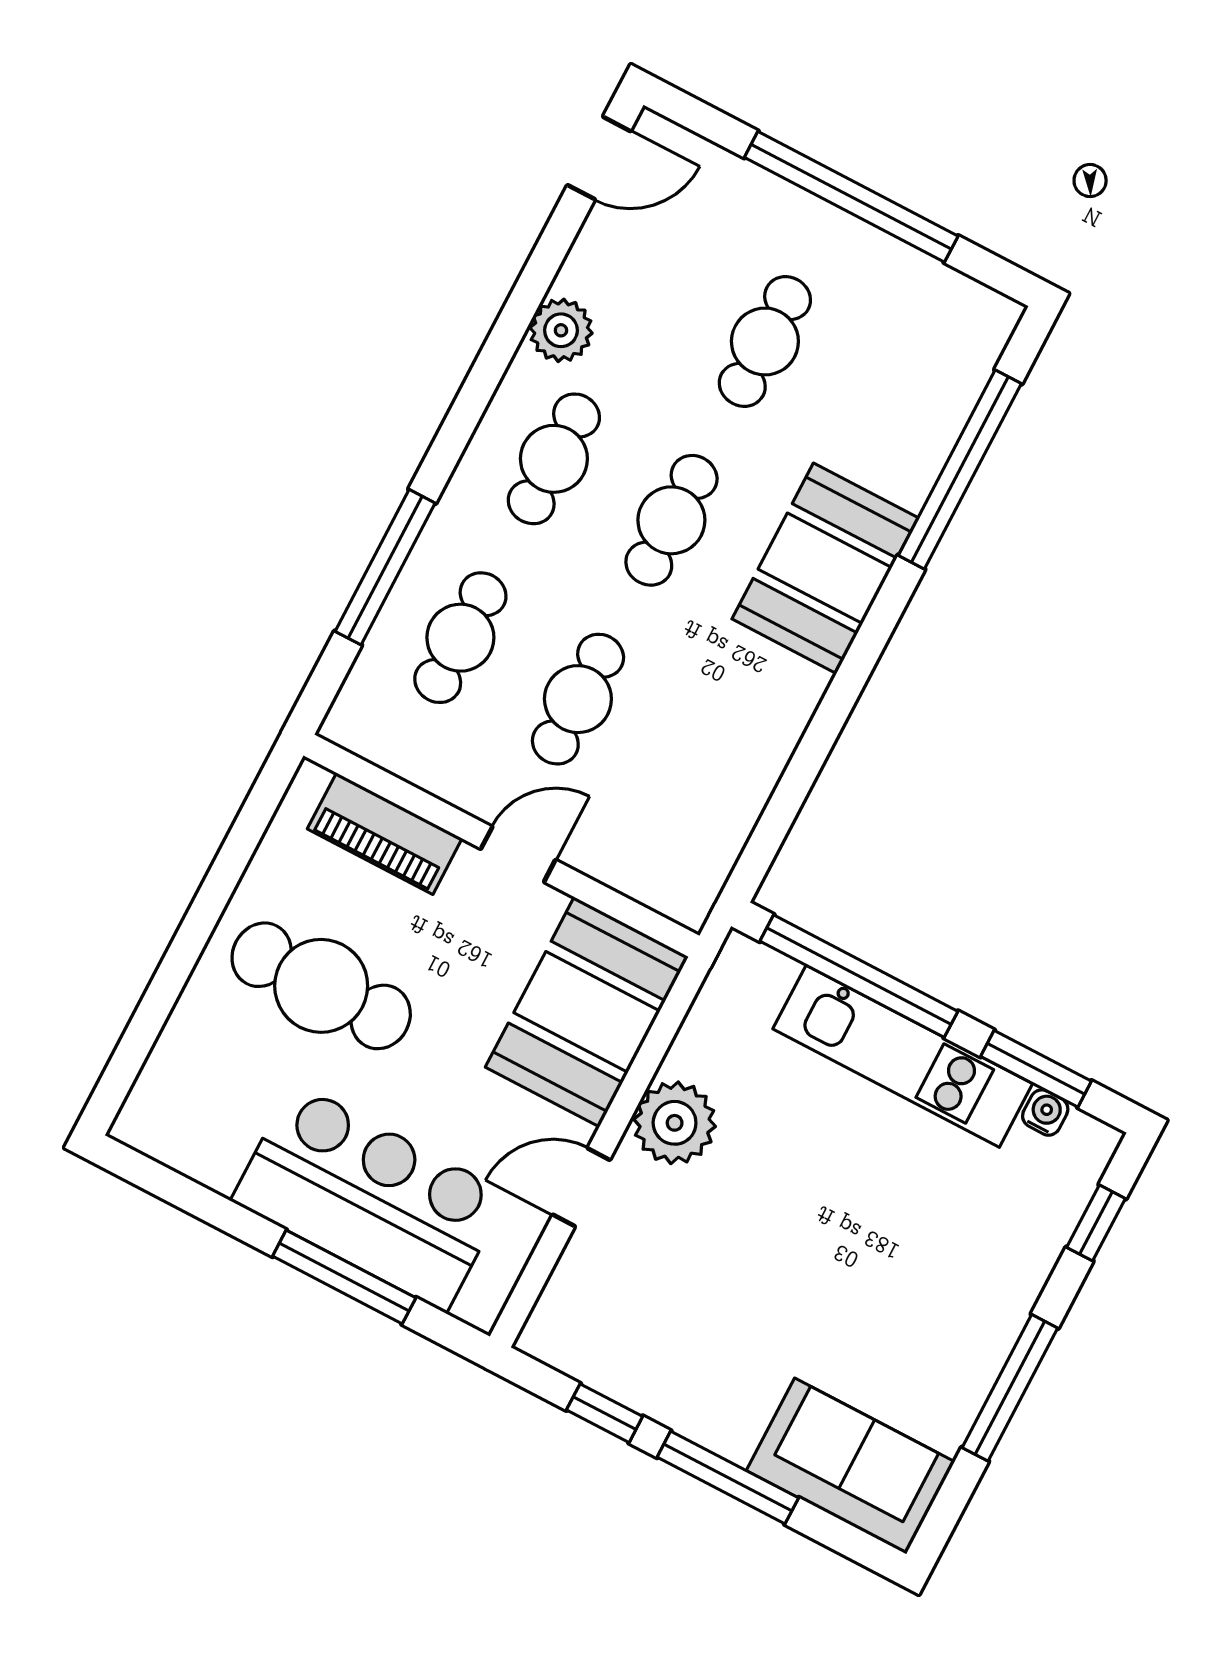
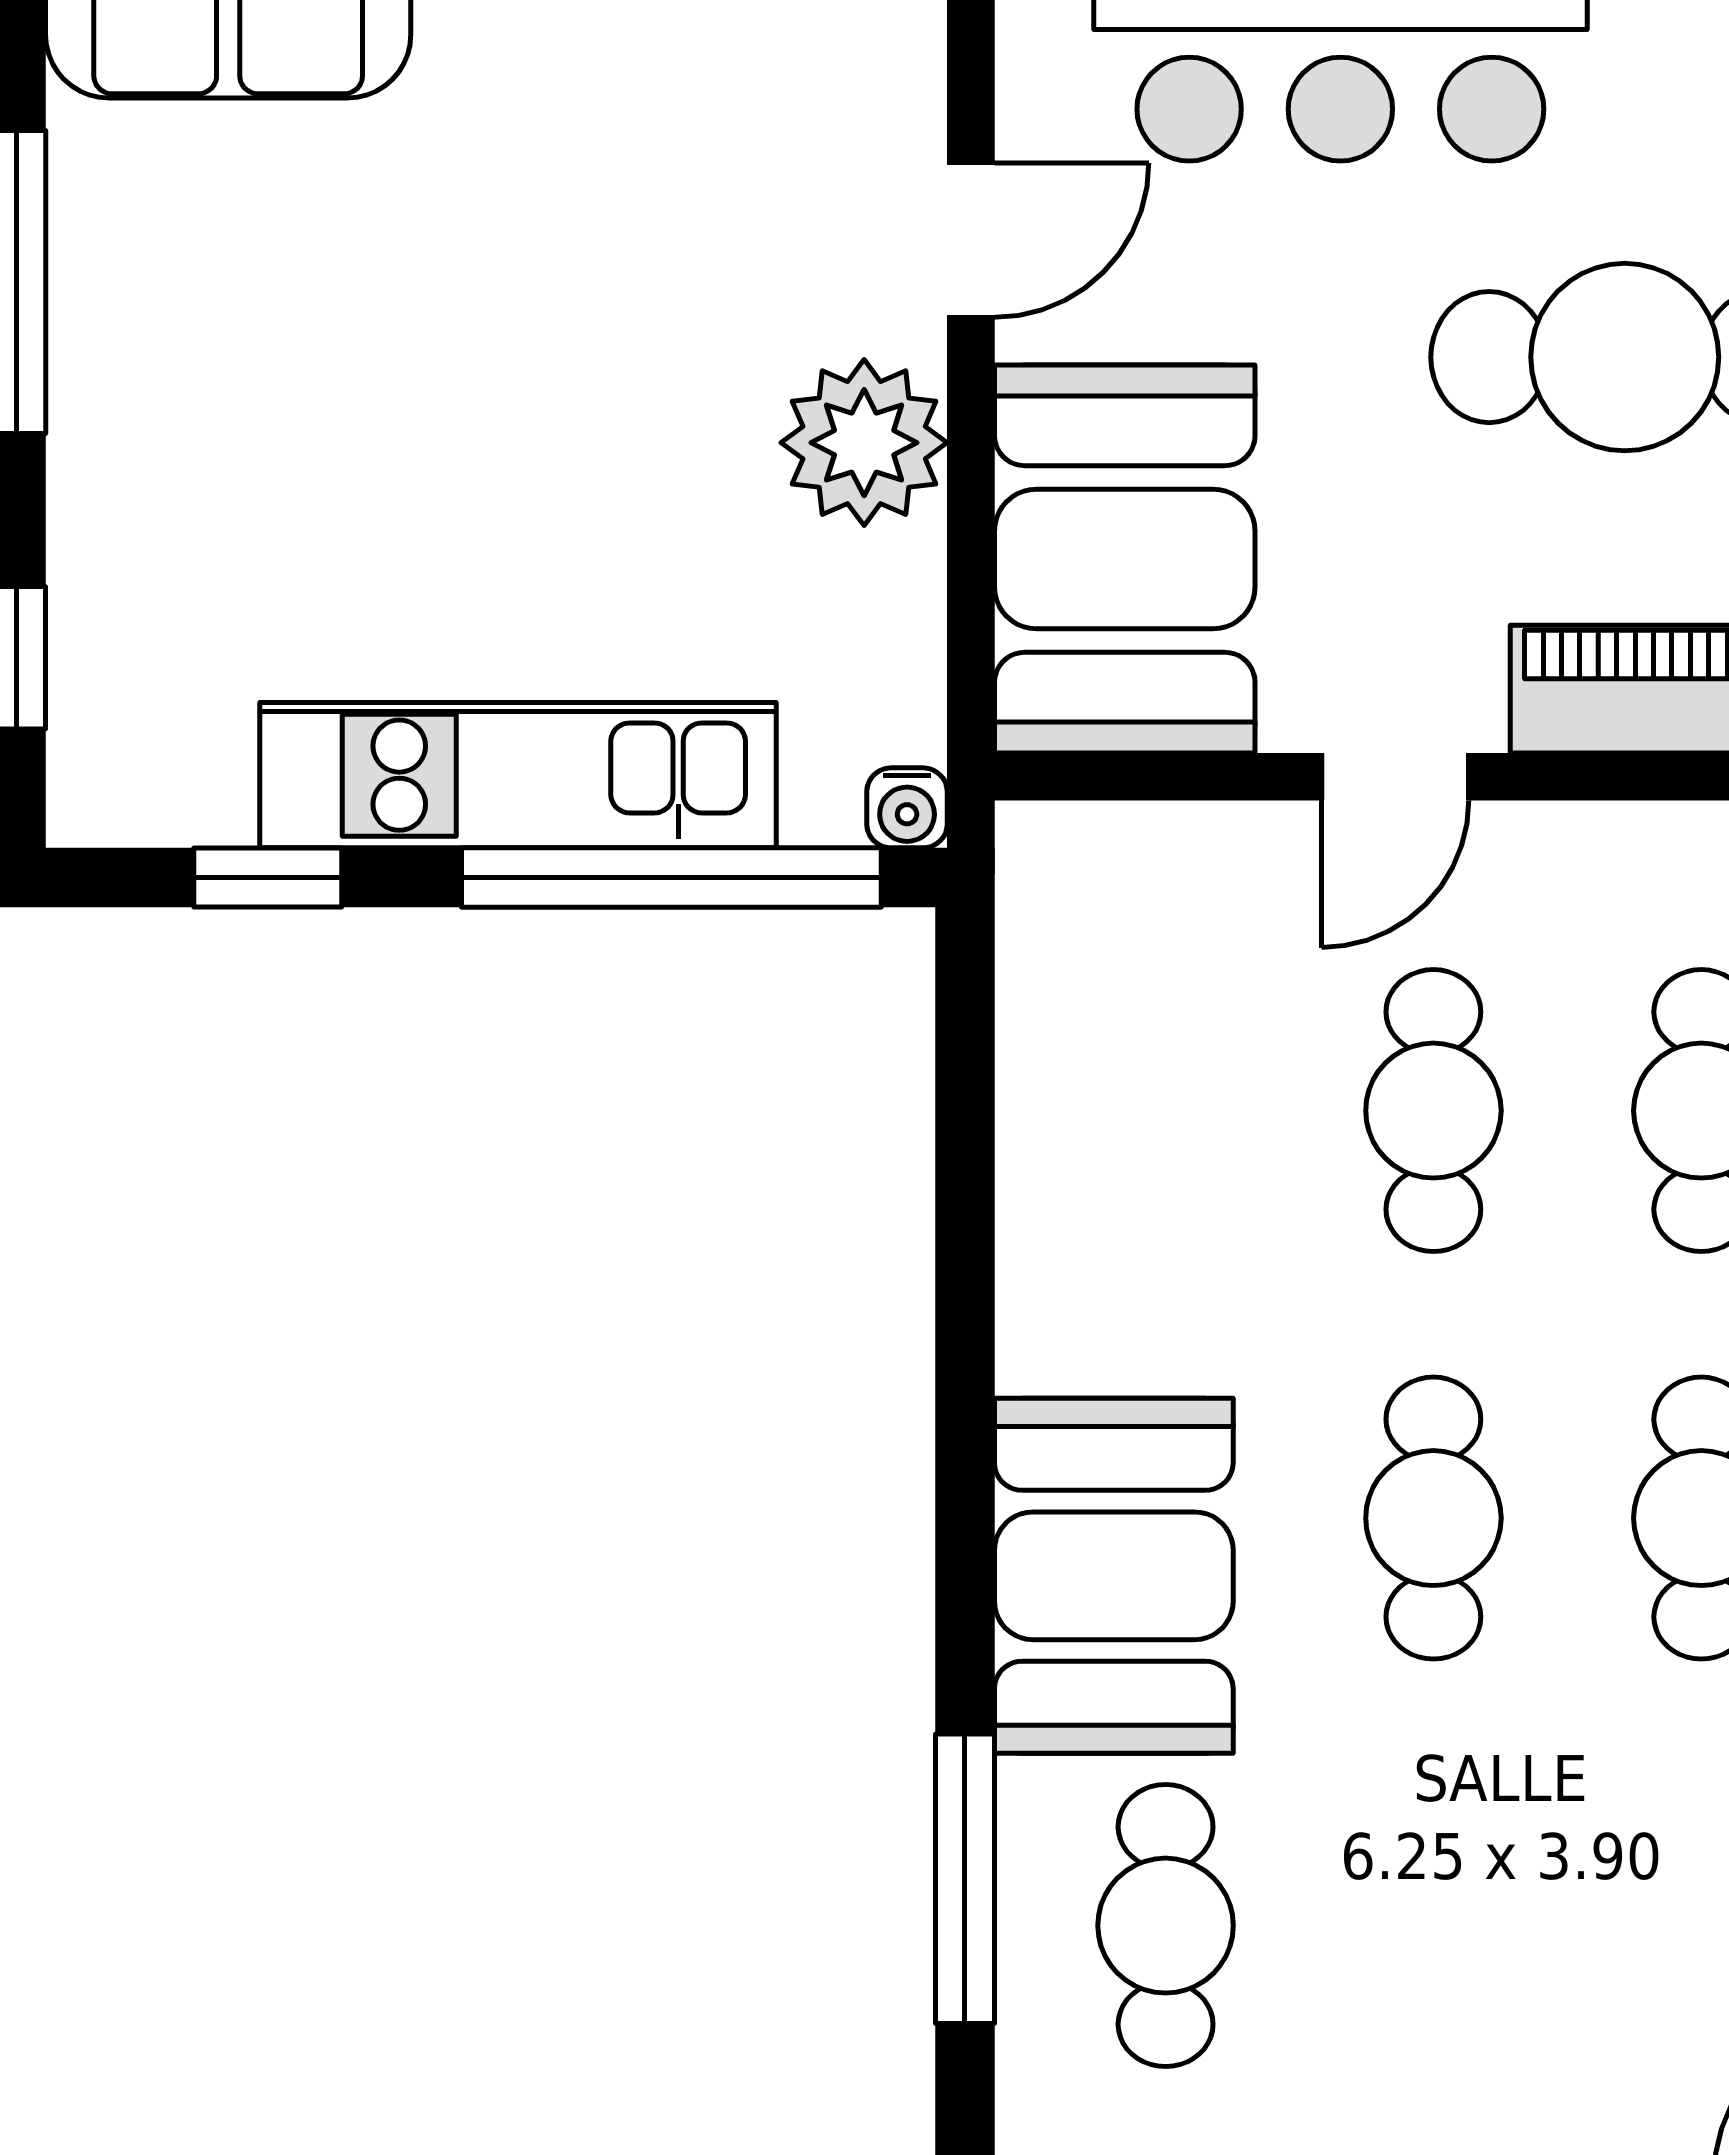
cafe table: (765, 341) -> (1166, 1926), moved
window: (960, 469) -> (965, 1879), width x0.68
window: (1036, 1069) -> (268, 878), width x0.67
water cooler: (1045, 1113) -> (907, 808), moved

